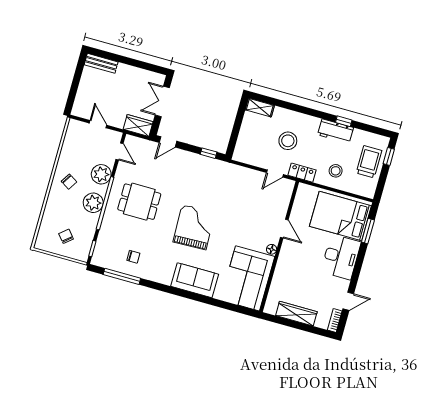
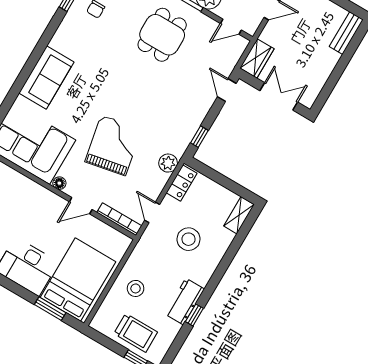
plant: (235, 171) -> (168, 163), added
locker: (302, 173) -> (182, 183), moved
bookcase: (287, 197) -> (119, 219), added
grand piano: (194, 227) -> (113, 145), moved, turned -99

